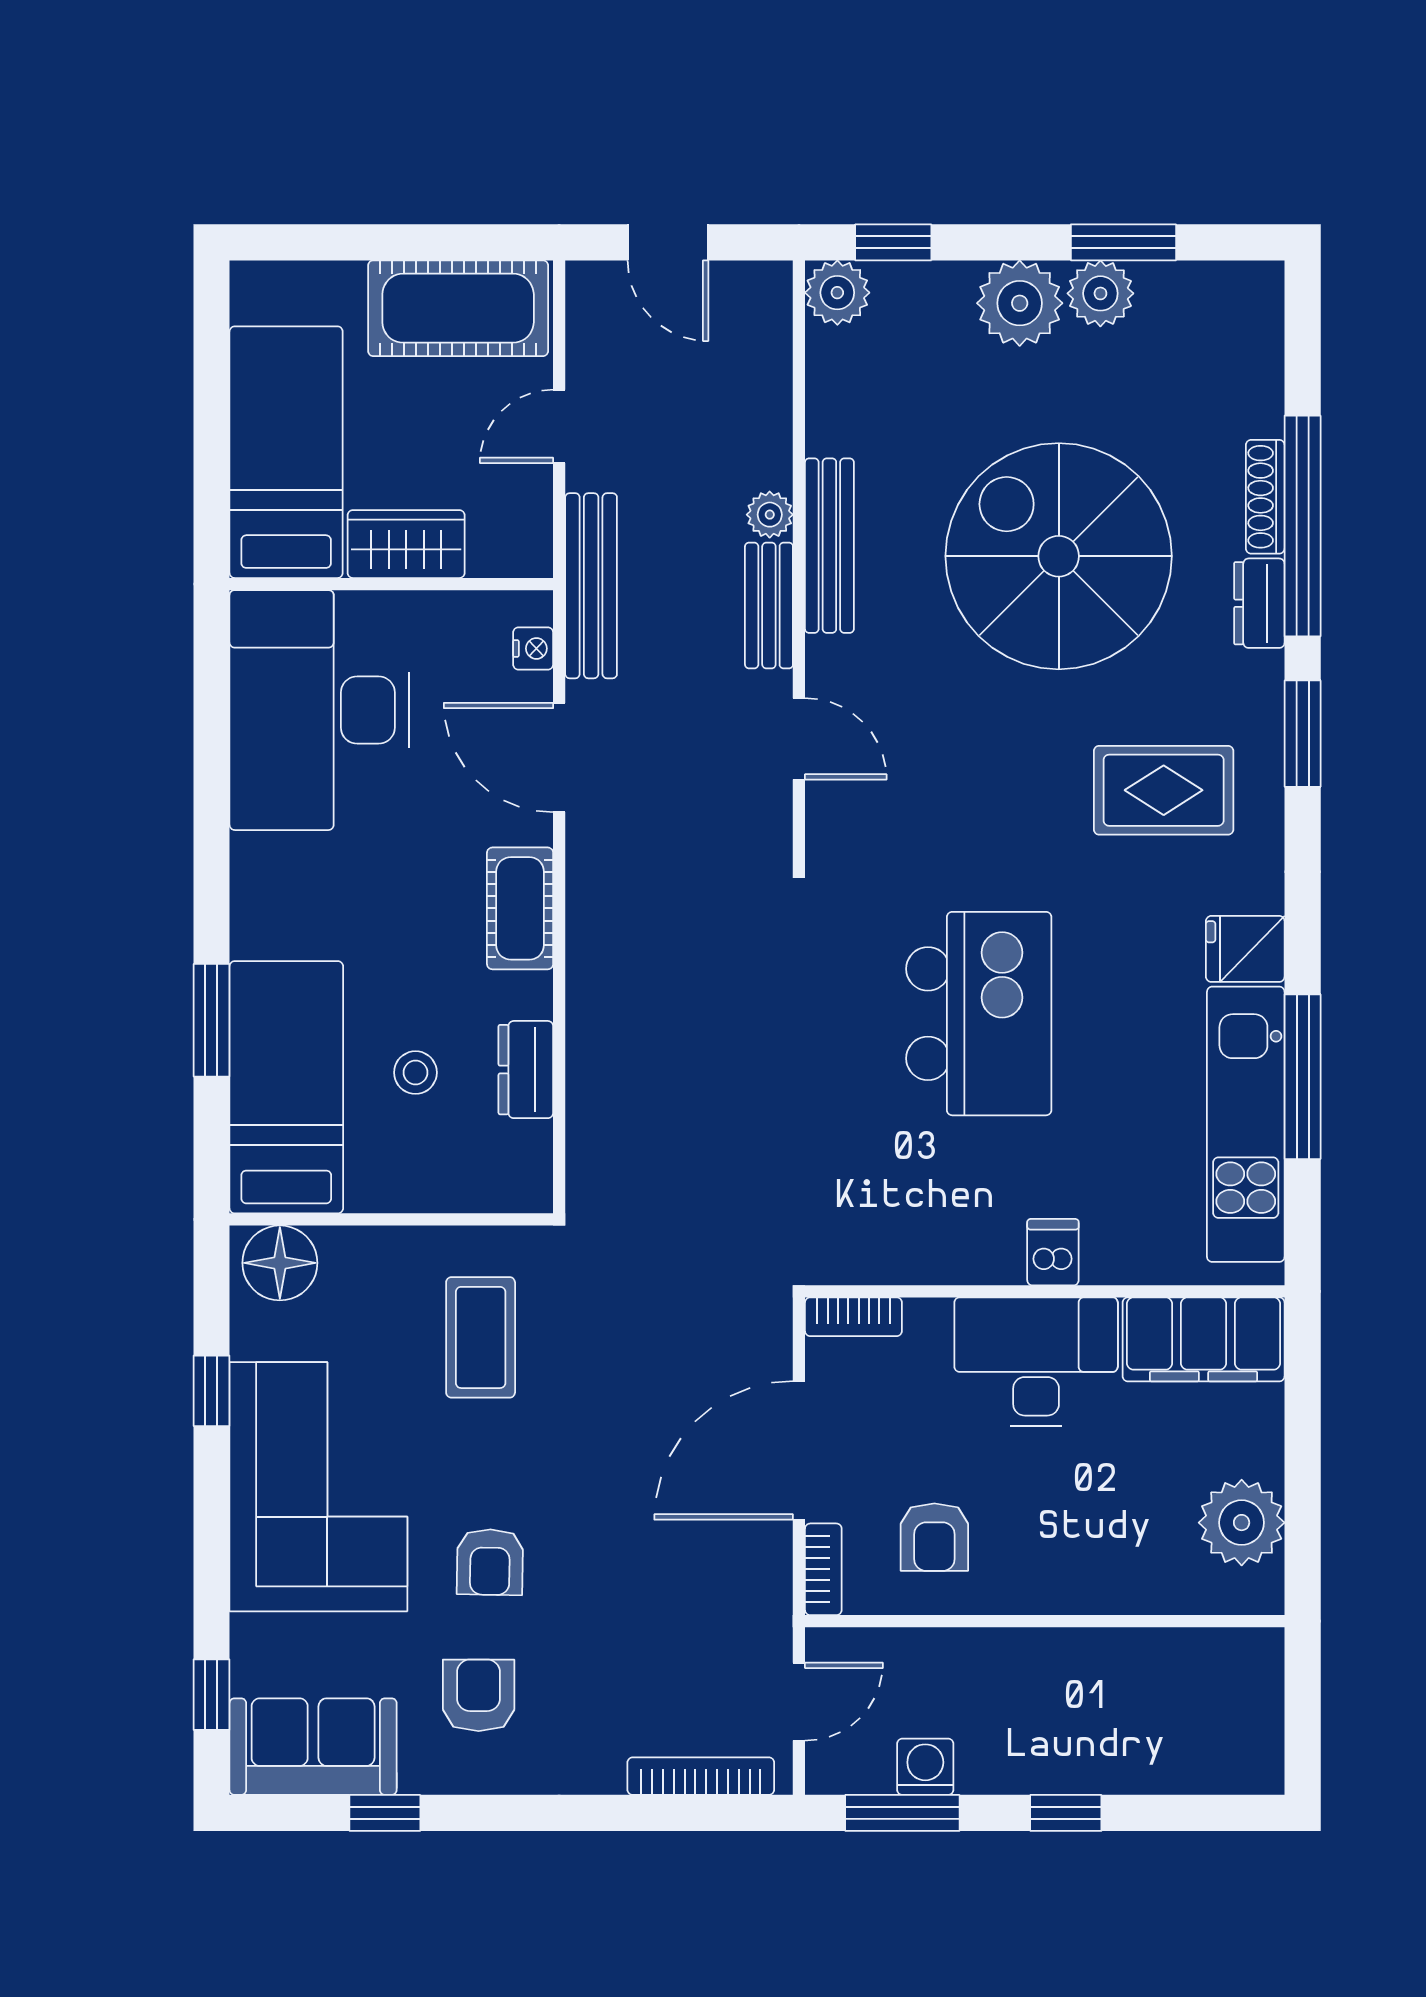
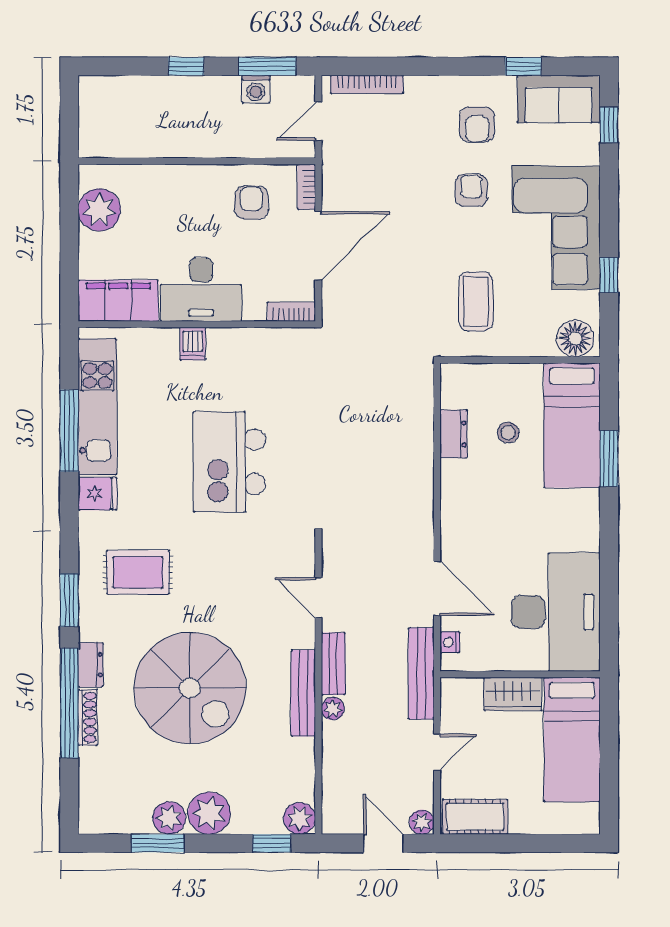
plant: (590, 285) -> (422, 822), added
cot: (458, 308) -> (475, 817), width x0.73, depth x0.75
cot: (520, 908) -> (456, 514), removed

